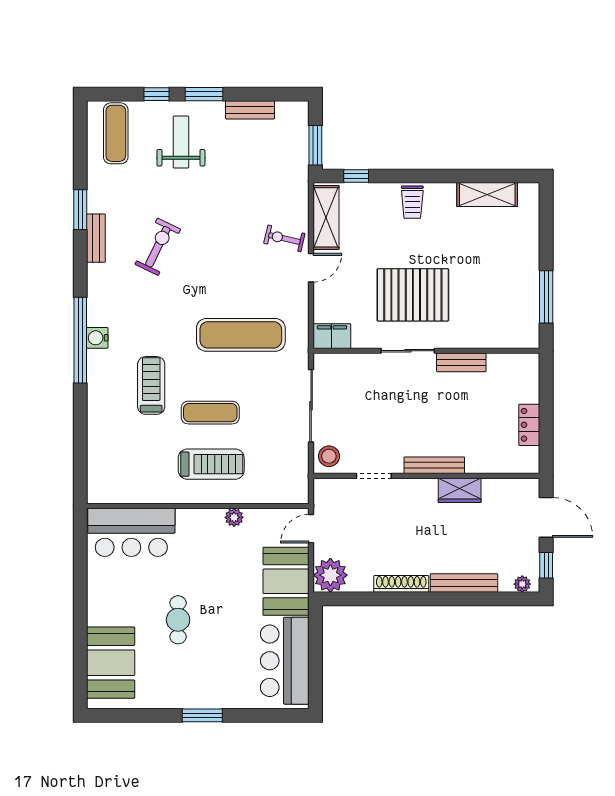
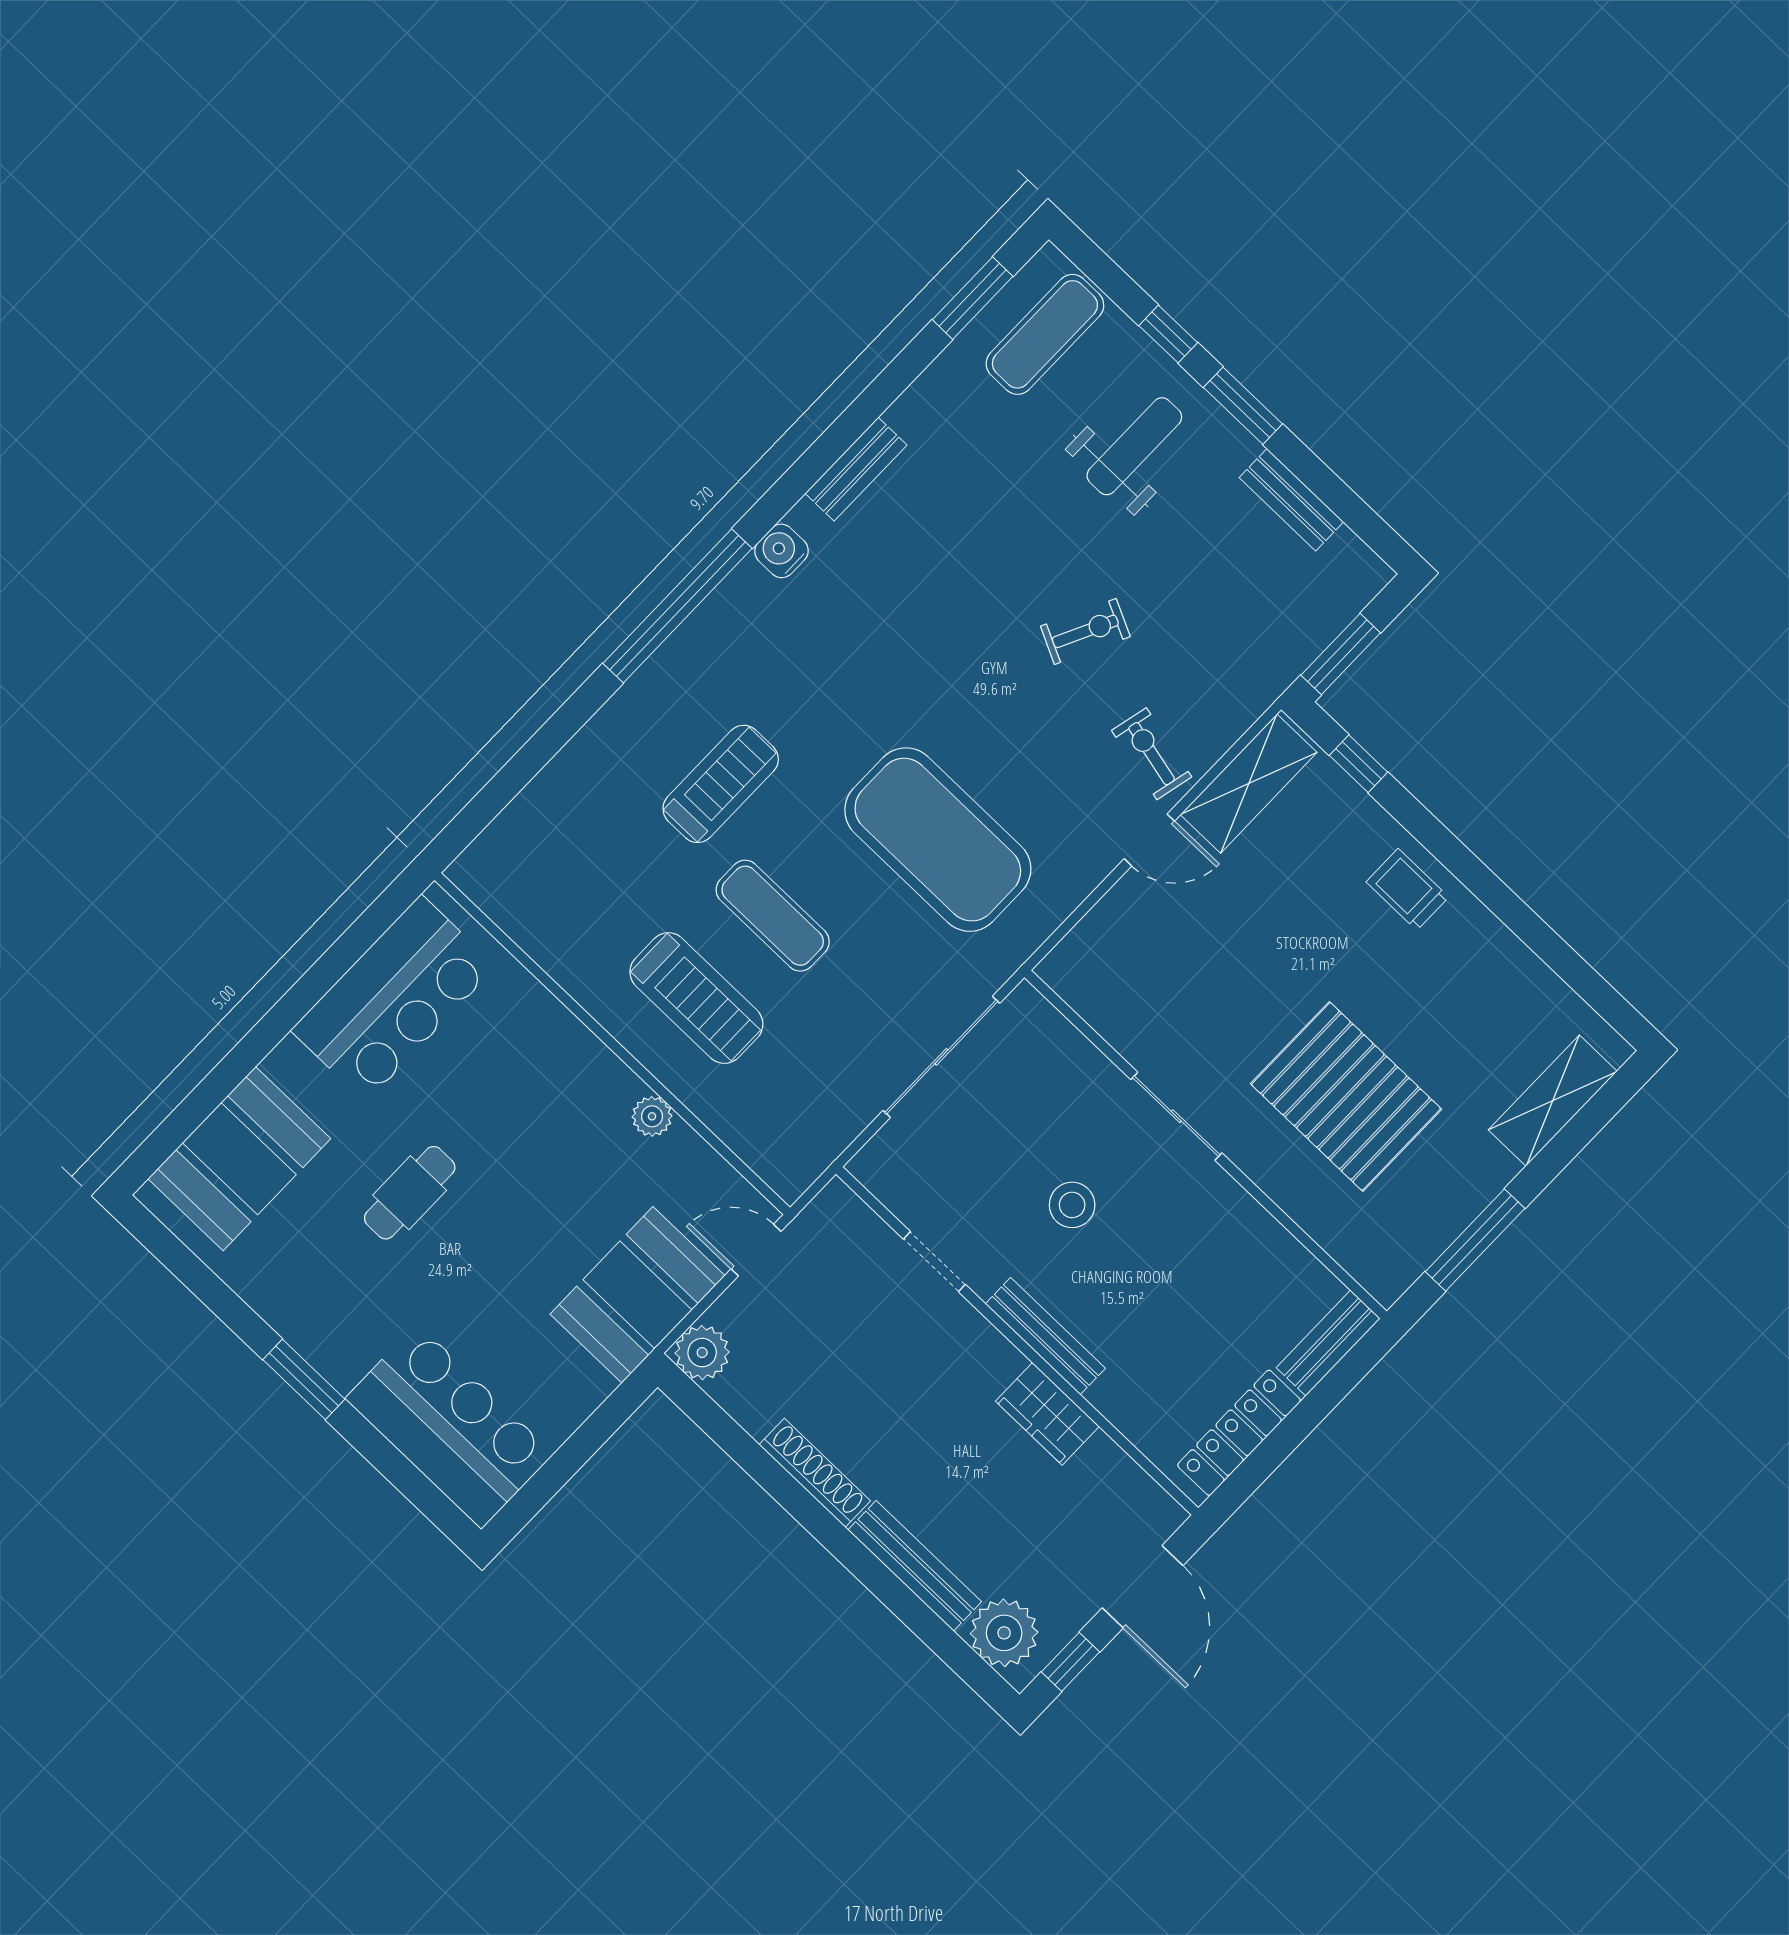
shelving: (487, 195) -> (1553, 1101), moved, turned 90
trolley: (412, 202) -> (1407, 889), turned 90
window: (80, 210) -> (973, 298), moved
exercise bike: (158, 247) -> (1085, 631), moved, width x0.73, depth x0.72
pallet: (413, 295) -> (1346, 1096), moved
exercise mat: (241, 335) -> (938, 840), width x1.47
filing cabinet: (332, 336) -> (1079, 979), removed
water cooler: (97, 338) -> (781, 551), moved
bench: (461, 362) -> (1328, 1343), moved, turned 90
locker: (529, 425) -> (1239, 1433), width x1.53
stool: (329, 456) -> (1072, 1205), moved
bar counter: (131, 532) -> (393, 998), moved, turned -90
plant: (330, 575) -> (702, 1353), width x0.73, depth x0.73
plant: (522, 584) -> (1004, 1633), width x1.88, depth x1.88
bar counter: (285, 661) -> (449, 1426), moved, turned 90

